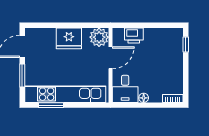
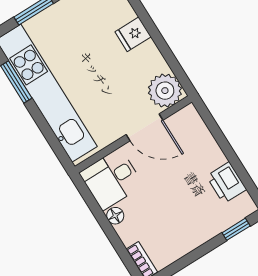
printer: (134, 35) -> (226, 183), moved
fridge: (69, 38) -> (133, 34), width x0.53, depth x0.75

